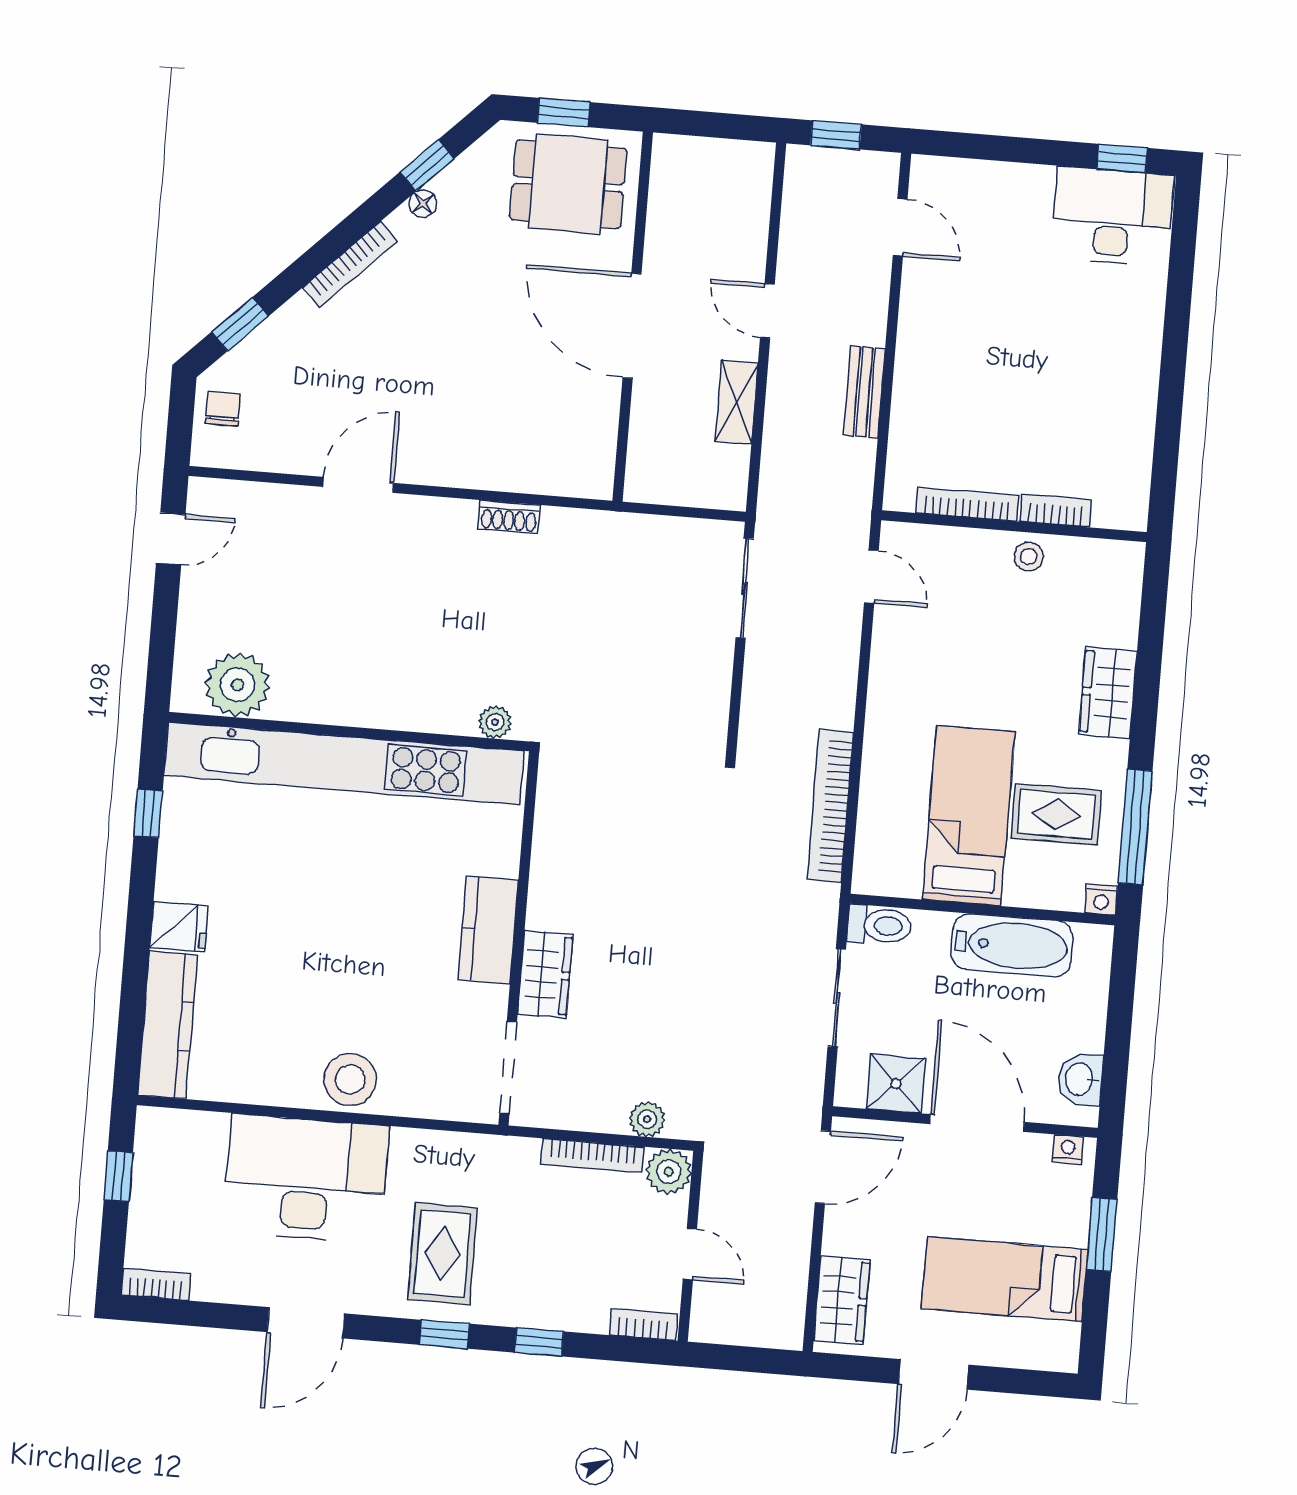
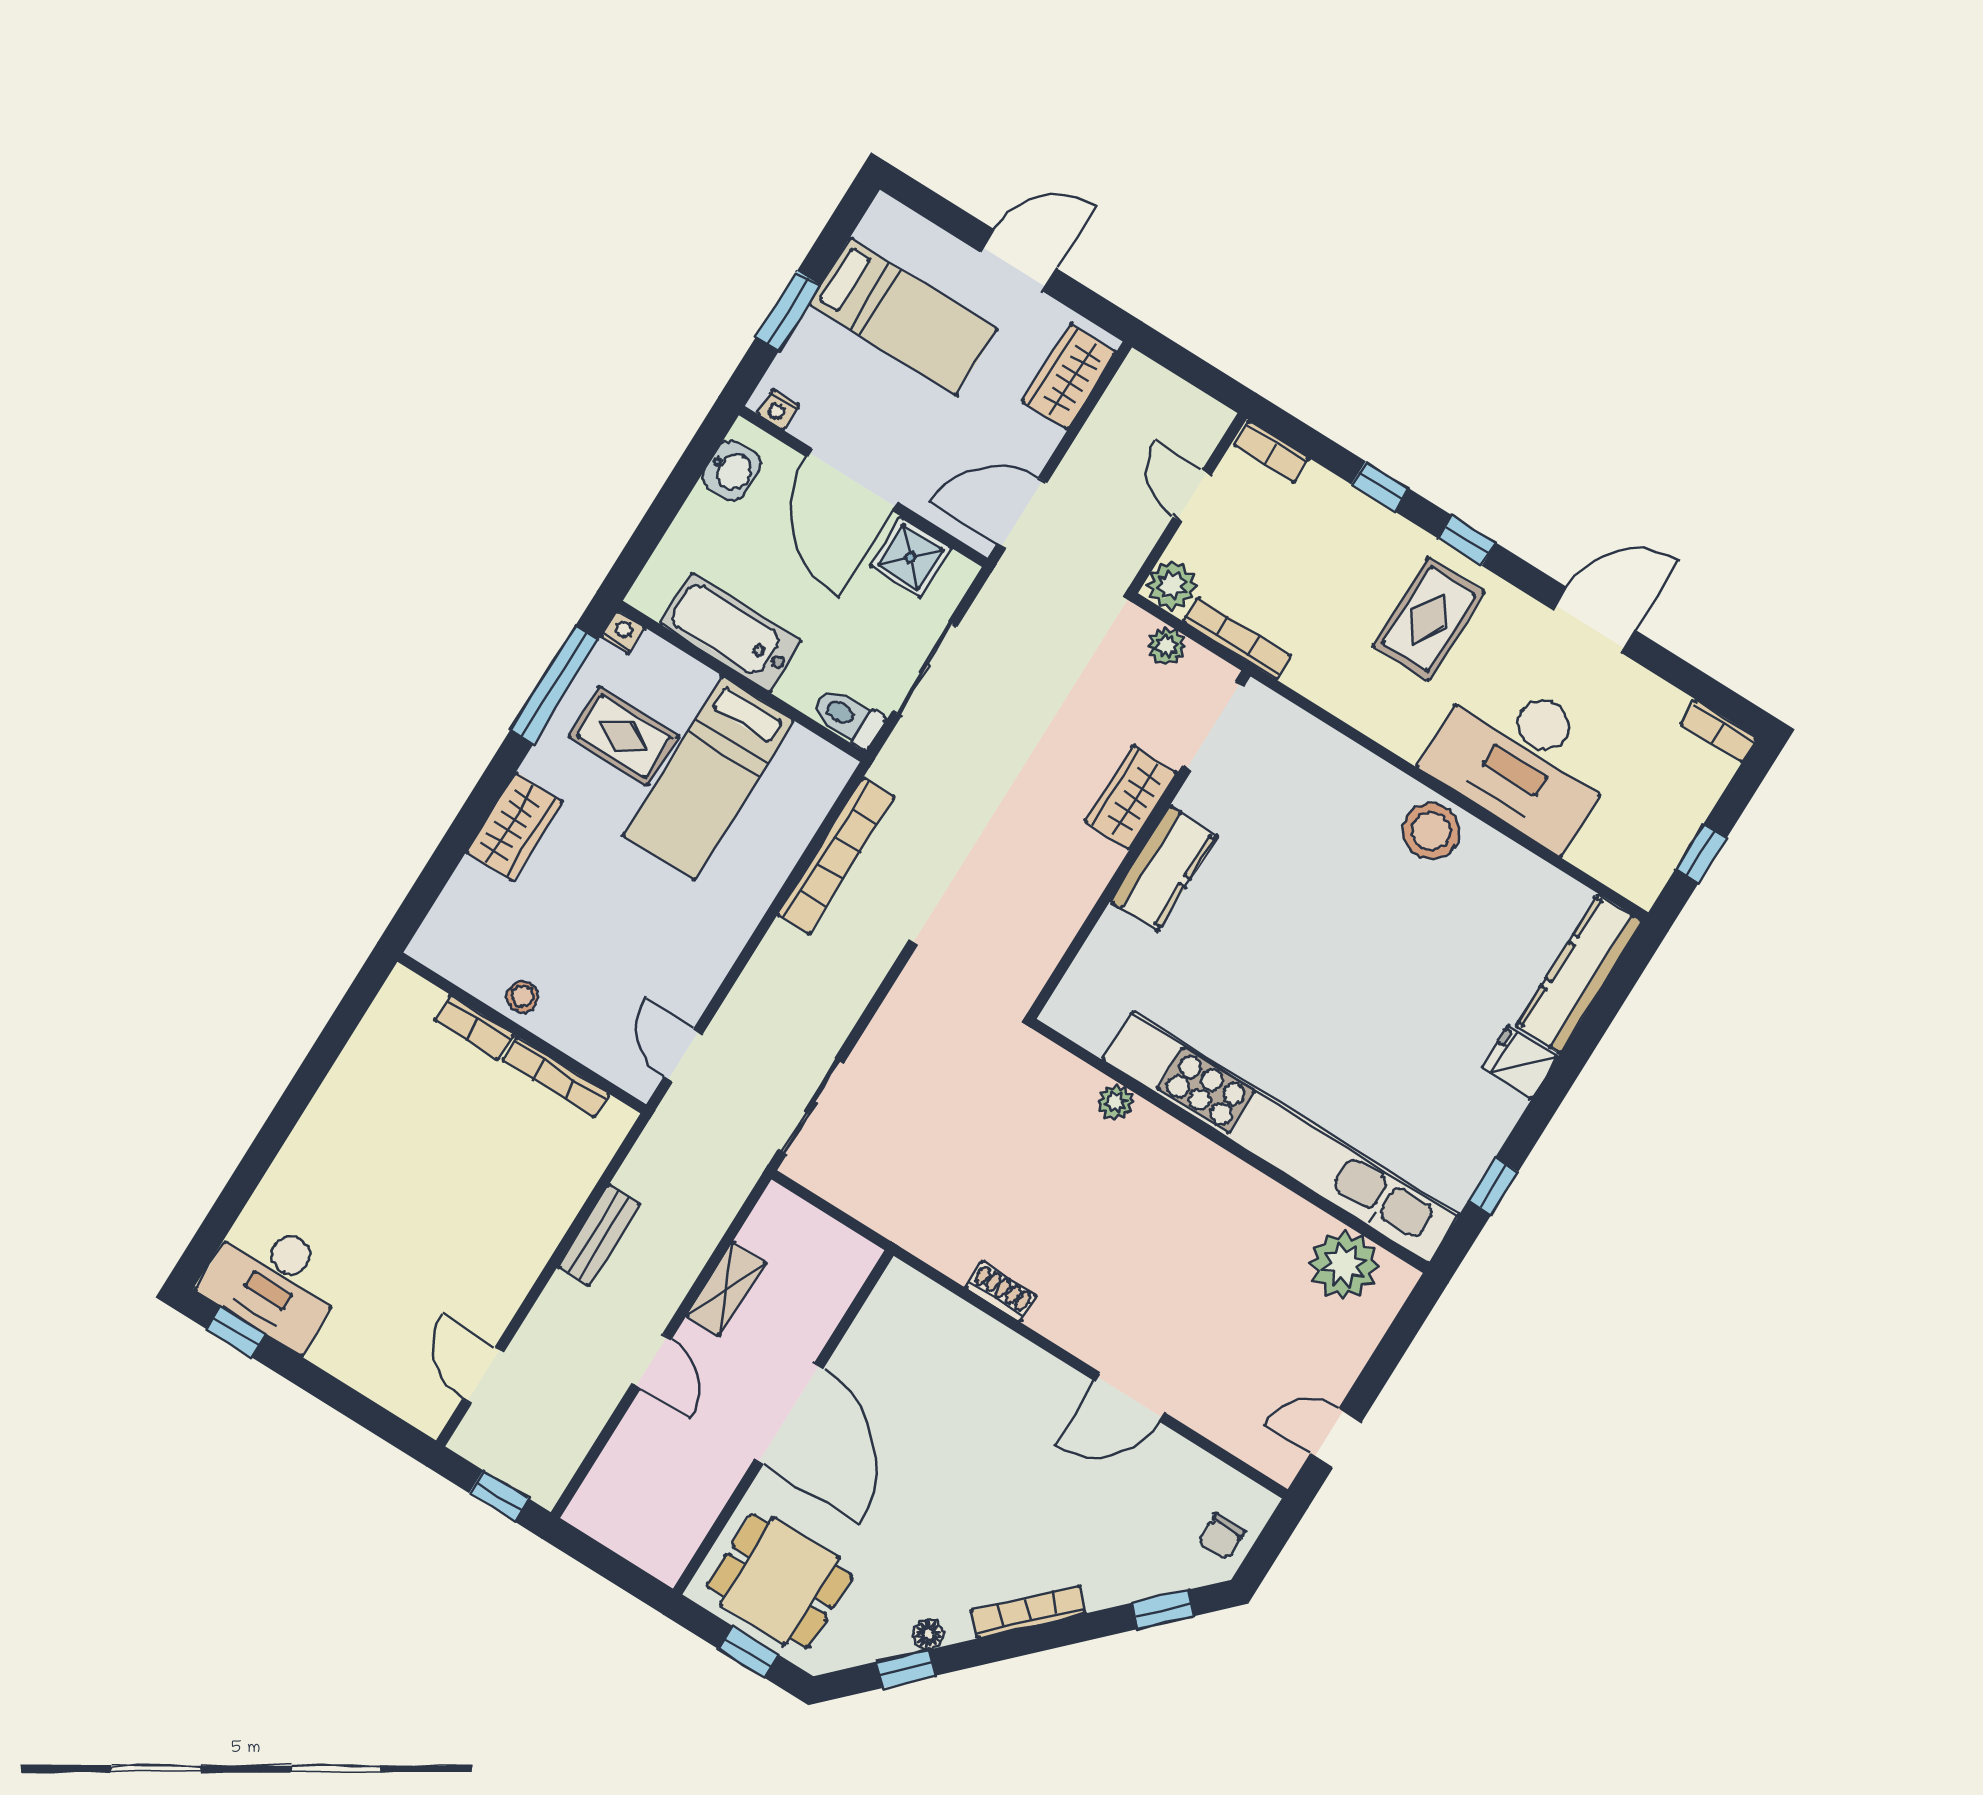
kitchen counter: (488, 930) -> (1164, 868), moved
wall: (519, 938) -> (1139, 845), moved
wardrobe: (545, 974) -> (1131, 797), moved
doorway: (508, 1068) -> (1213, 726), moved

